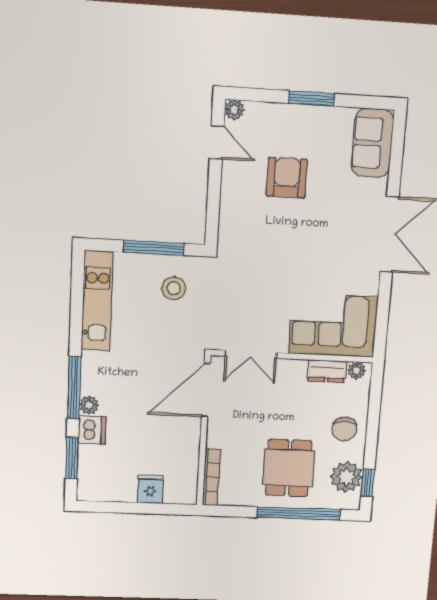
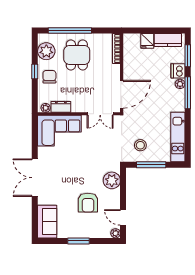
plant: (236, 220) -> (112, 180), added
double door: (251, 354) -> (100, 114), swing flipped
window: (368, 483) -> (35, 72), moved
kitchen counter: (110, 489) -> (168, 40), added

